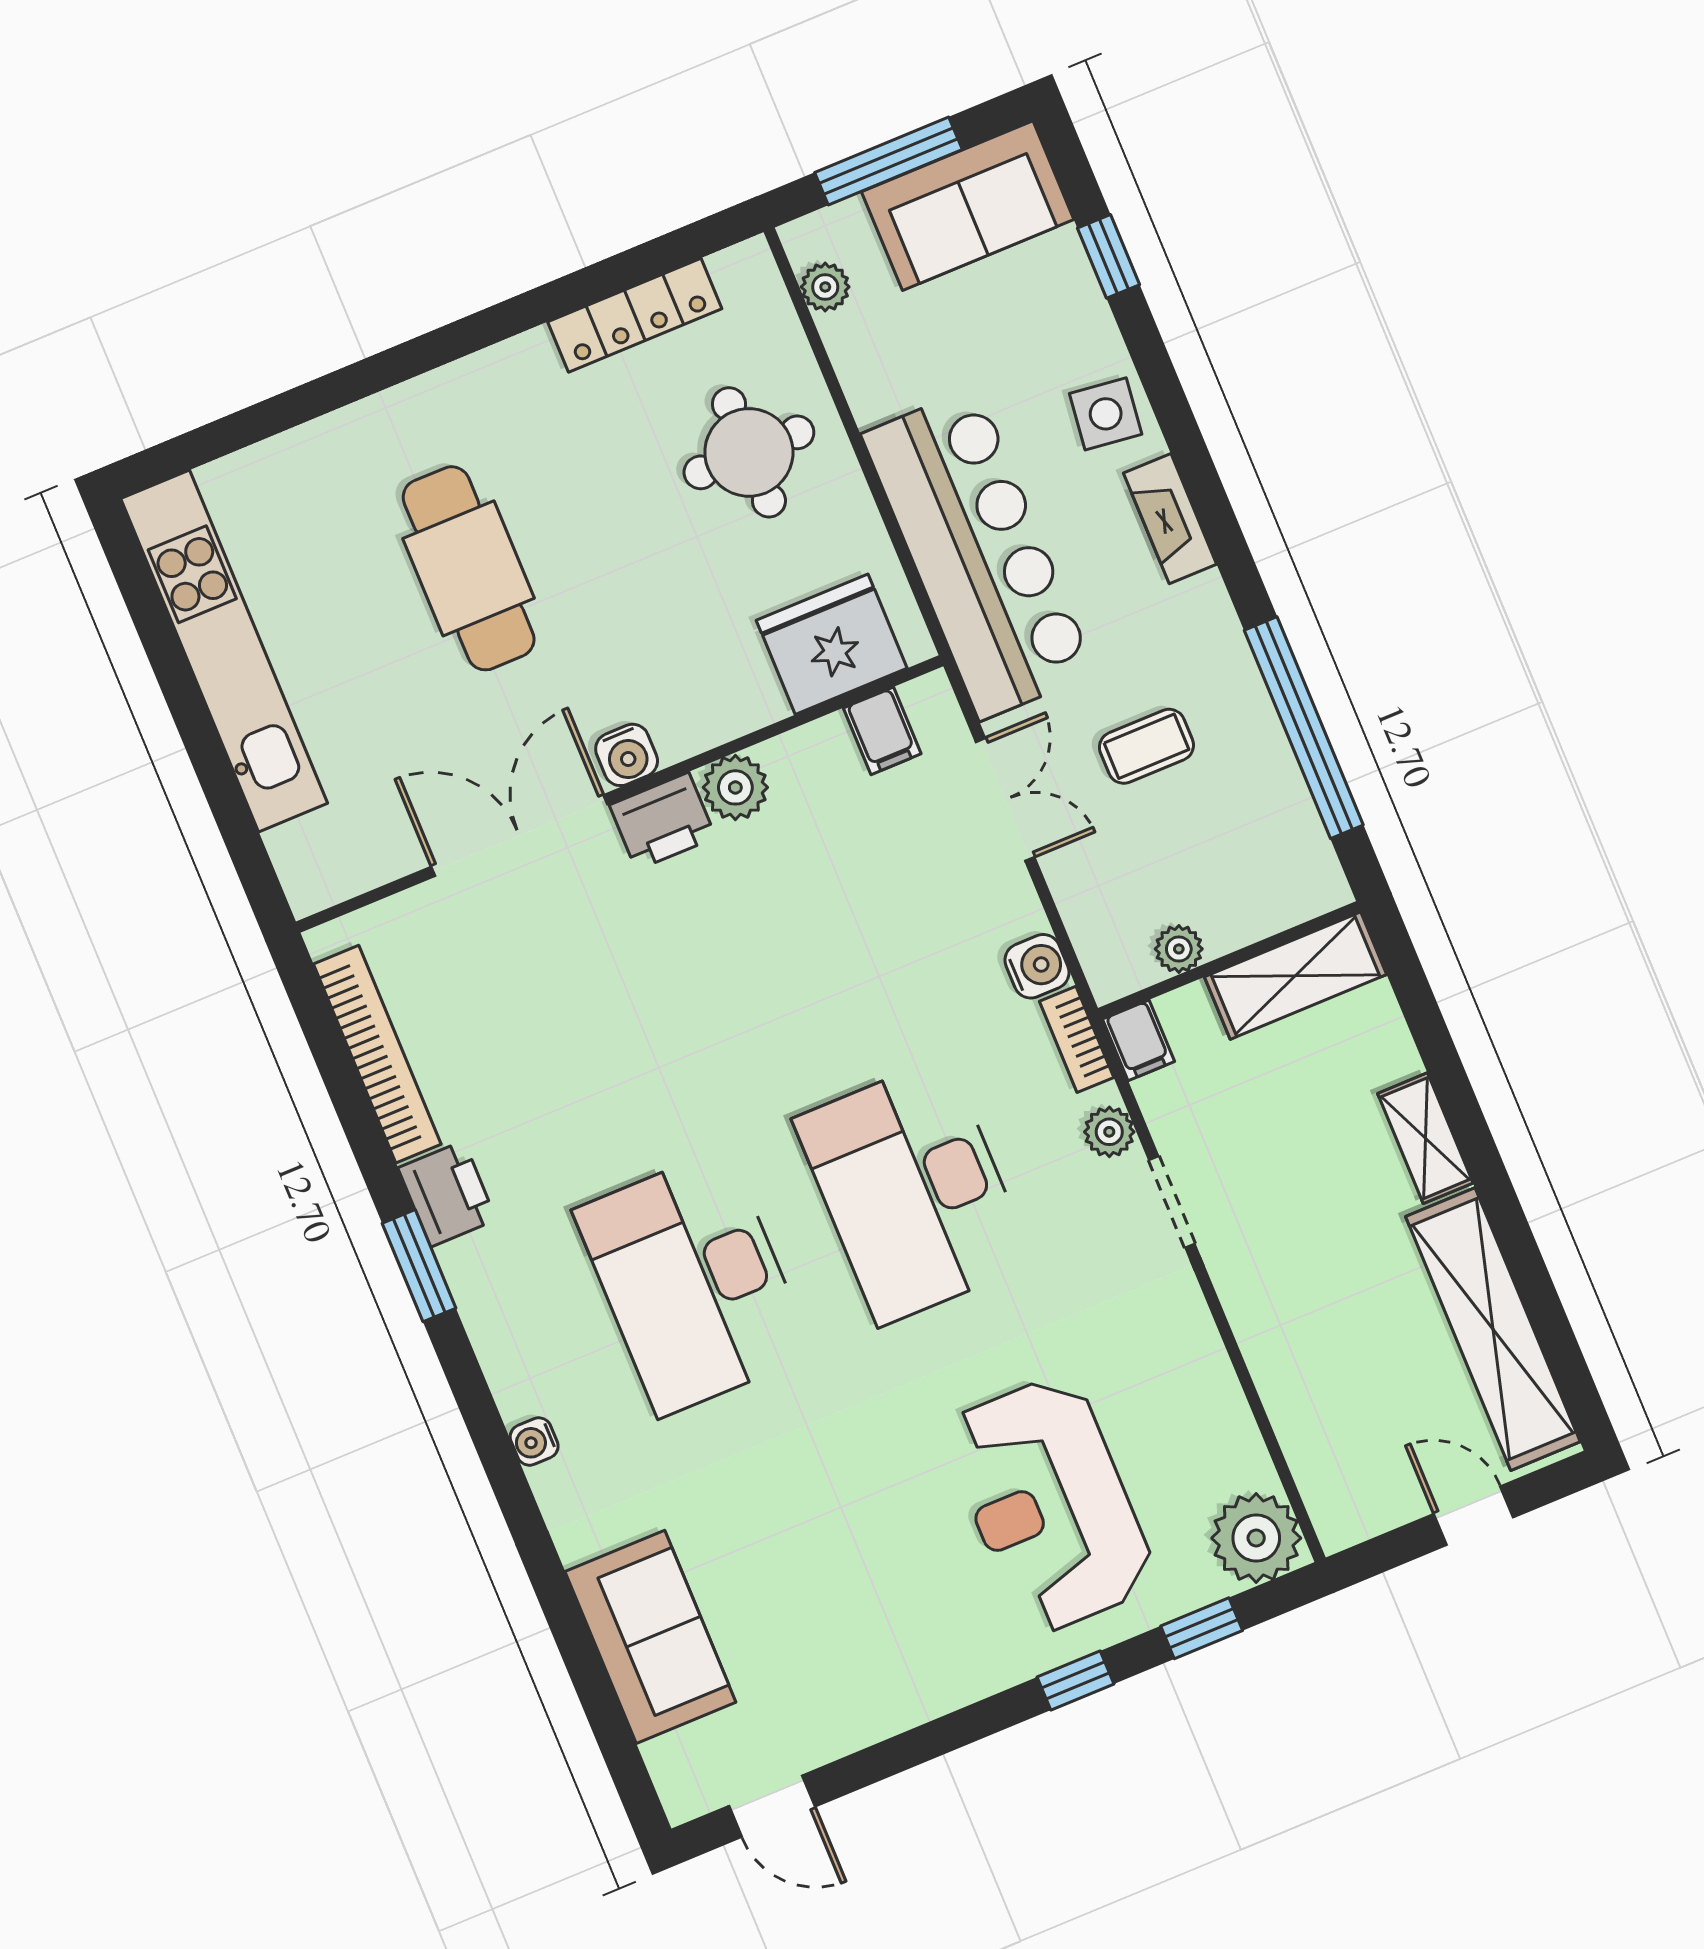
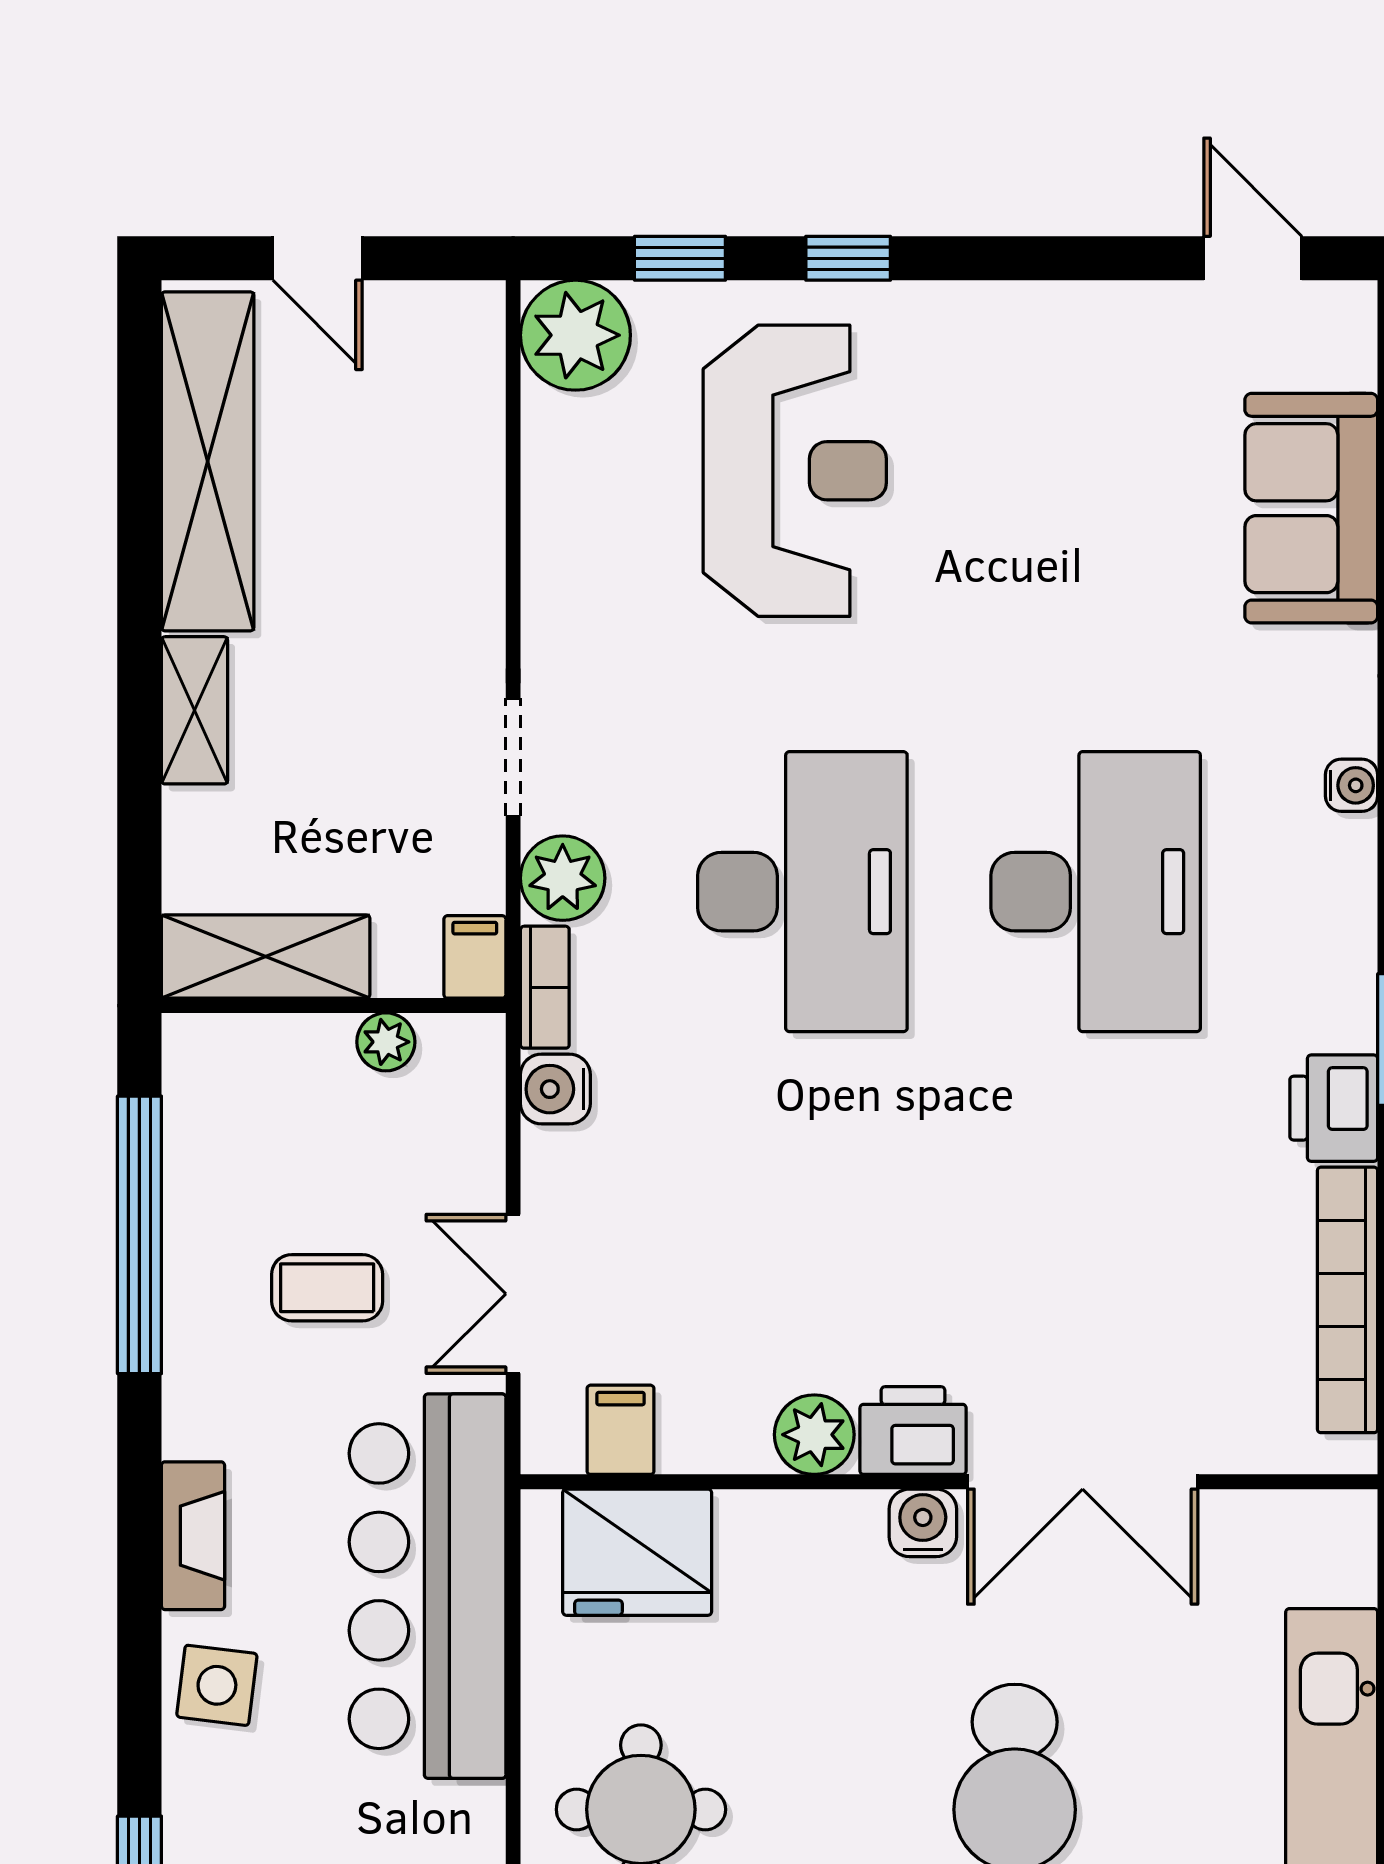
plant: (1109, 1132) -> (563, 878), width x1.38, depth x1.38

